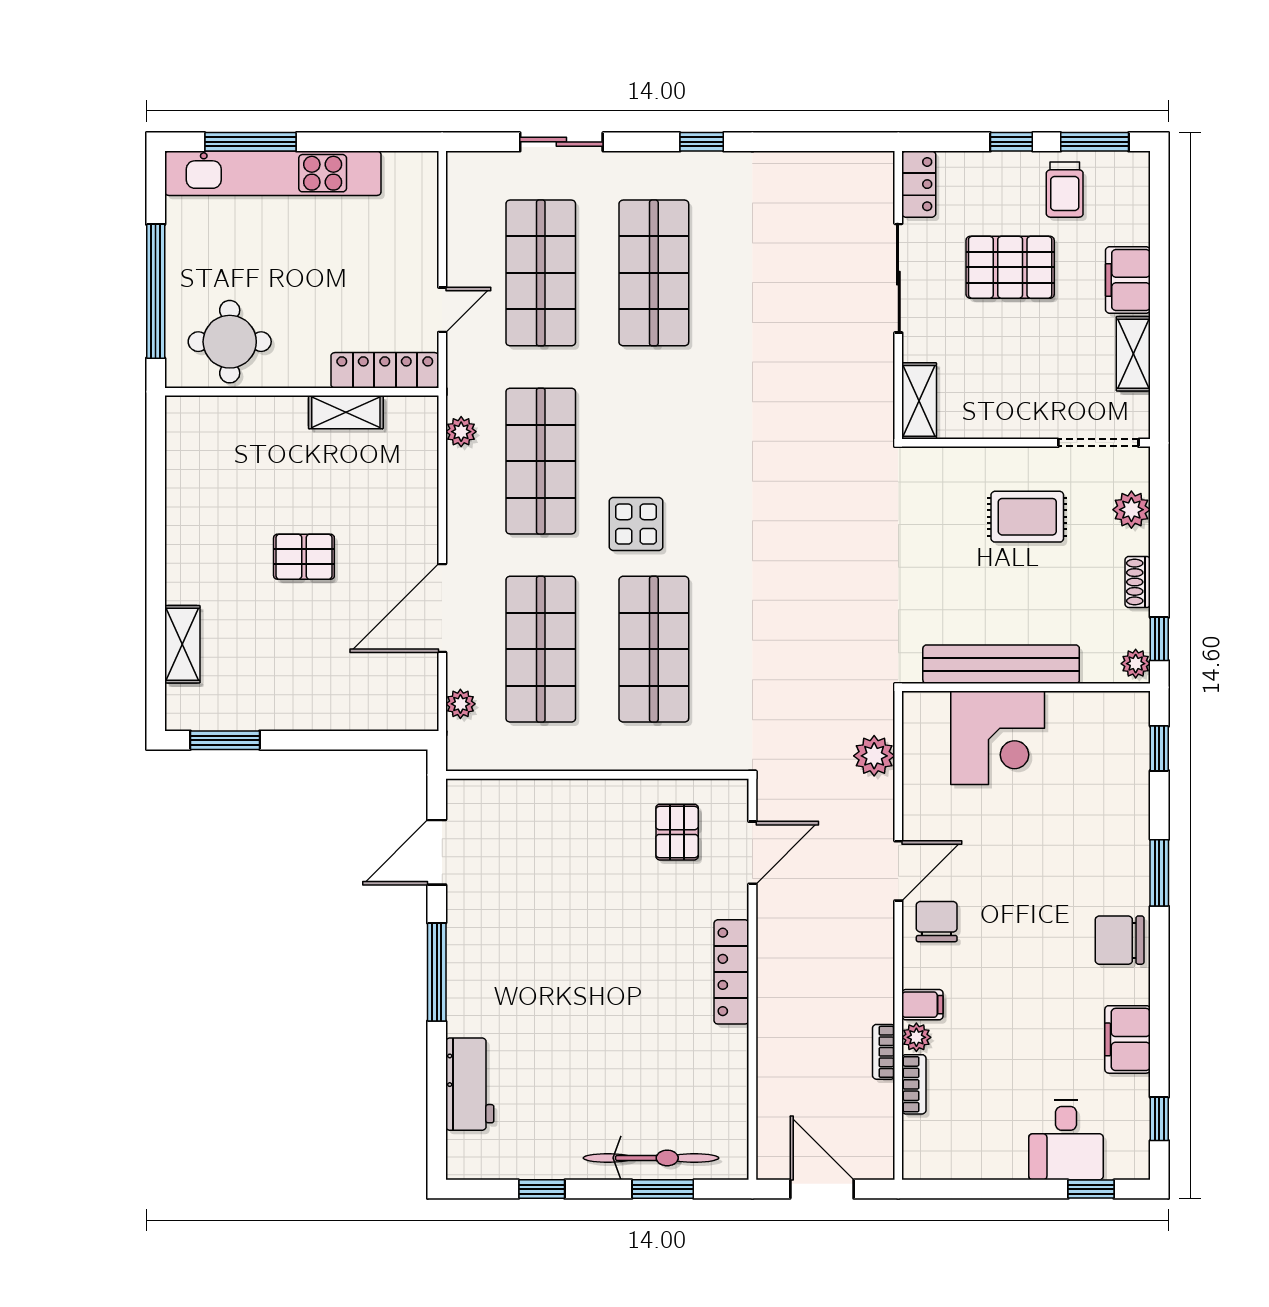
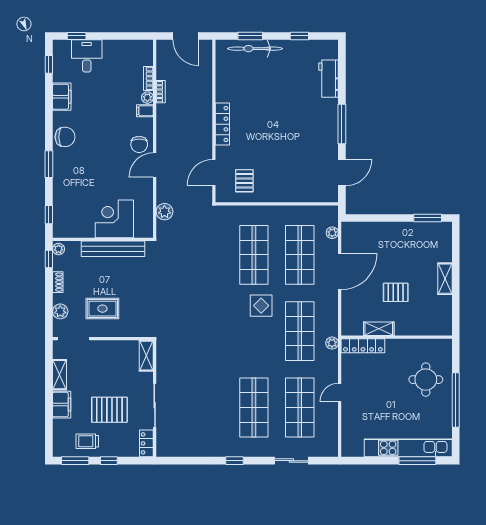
trolley: (1065, 190) -> (87, 441), turned -90
locker: (385, 370) -> (363, 346), moved
wall: (302, 392) -> (397, 337), moved
shelving: (346, 412) -> (379, 329), moved
shelving: (182, 644) -> (445, 279), moved

